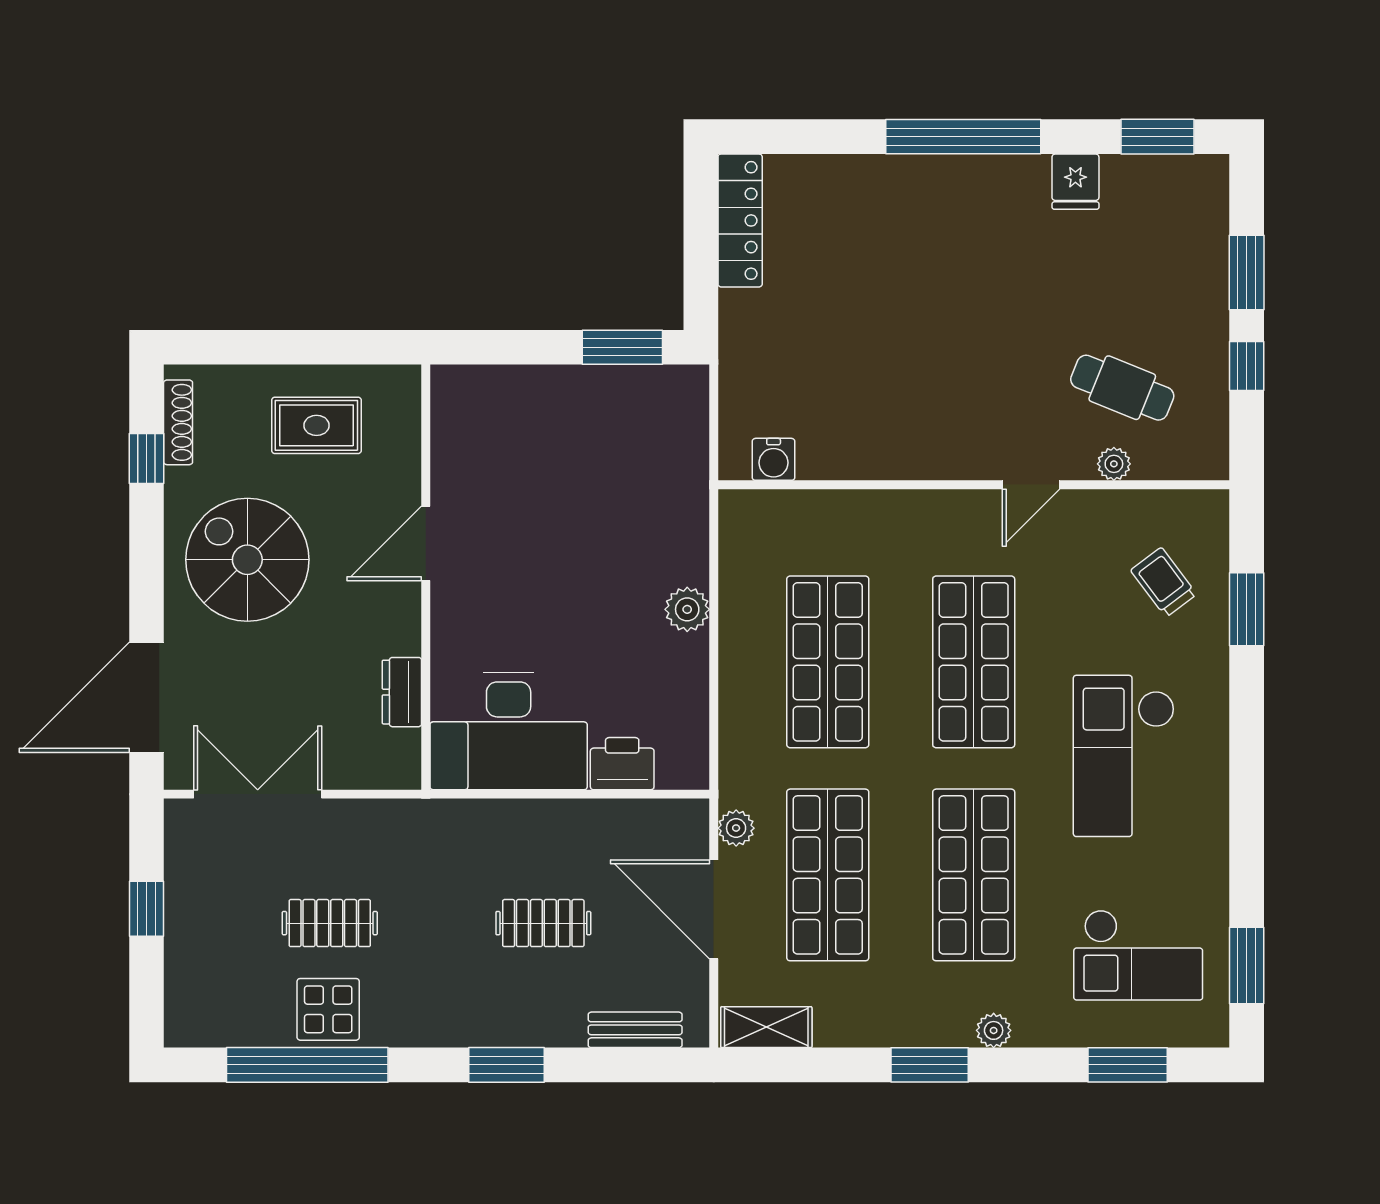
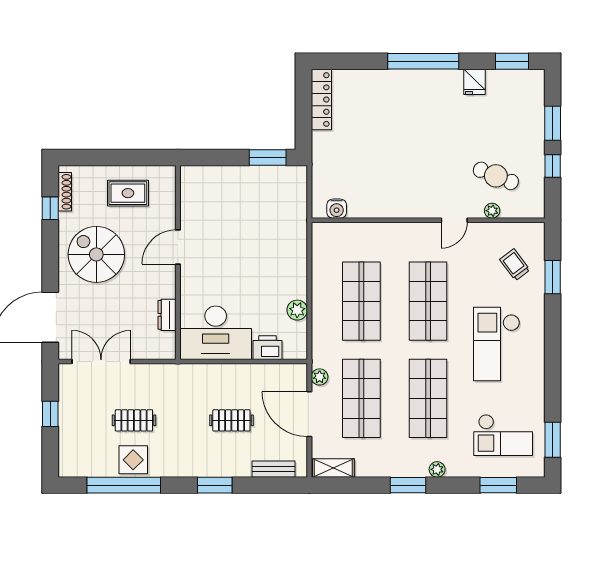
plant: (687, 609) -> (297, 310), moved

